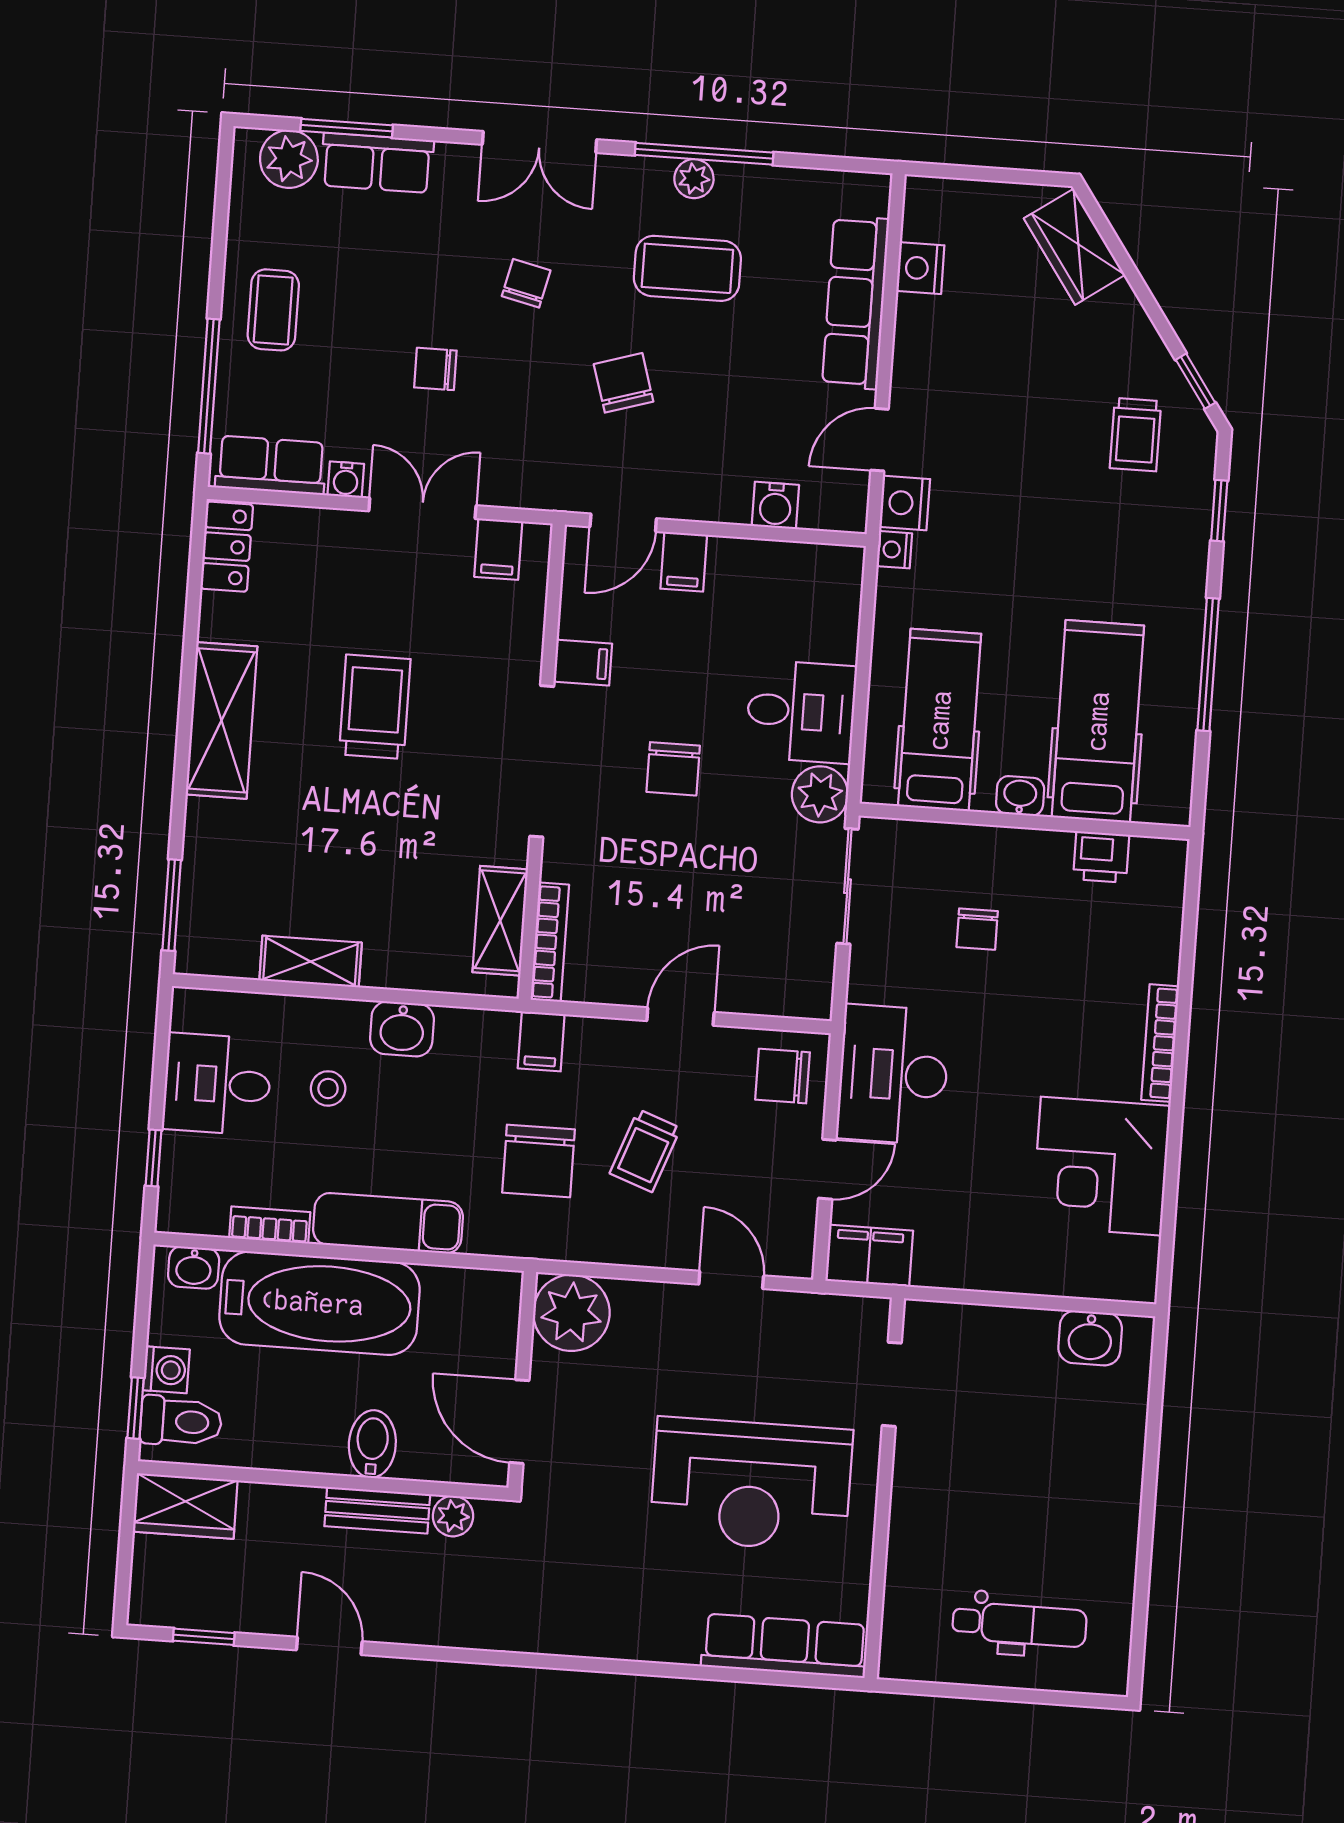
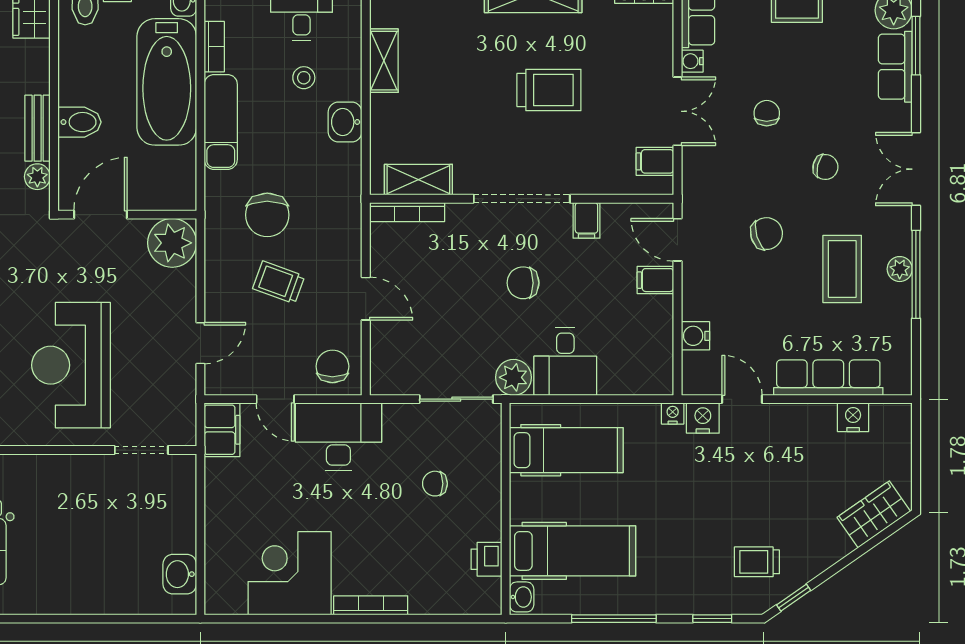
washbasin: (1020, 796) -> (522, 597), moved
filing cabinet: (541, 1041) -> (344, 211), removed
chair: (539, 1161) -> (267, 215), turned -90

